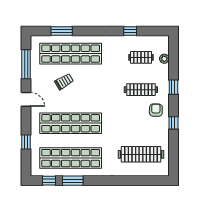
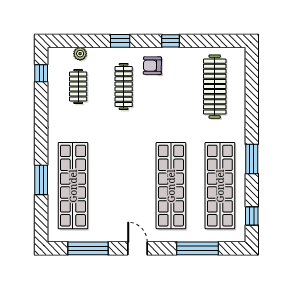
window: (62, 31) -> (41, 180), moved
window: (130, 31) -> (41, 73), moved
trolley: (64, 82) -> (112, 195), removed
door: (26, 99) -> (137, 248), hinge flipped
window: (26, 142) -> (197, 248), width x2.17
window: (73, 181) -> (252, 159), moved

